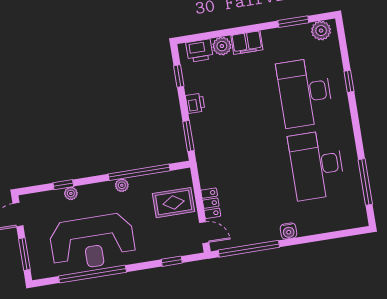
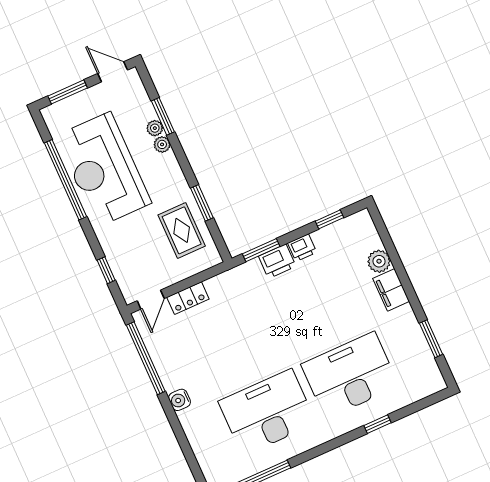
plant: (321, 31) -> (429, 375), removed
printer: (199, 51) -> (277, 261), moved, turned -90
window: (139, 172) -> (202, 203), width x0.47
window: (63, 185) -> (163, 116), width x1.50
plant: (122, 185) -> (162, 144), moved
rug: (174, 203) -> (182, 230), moved

